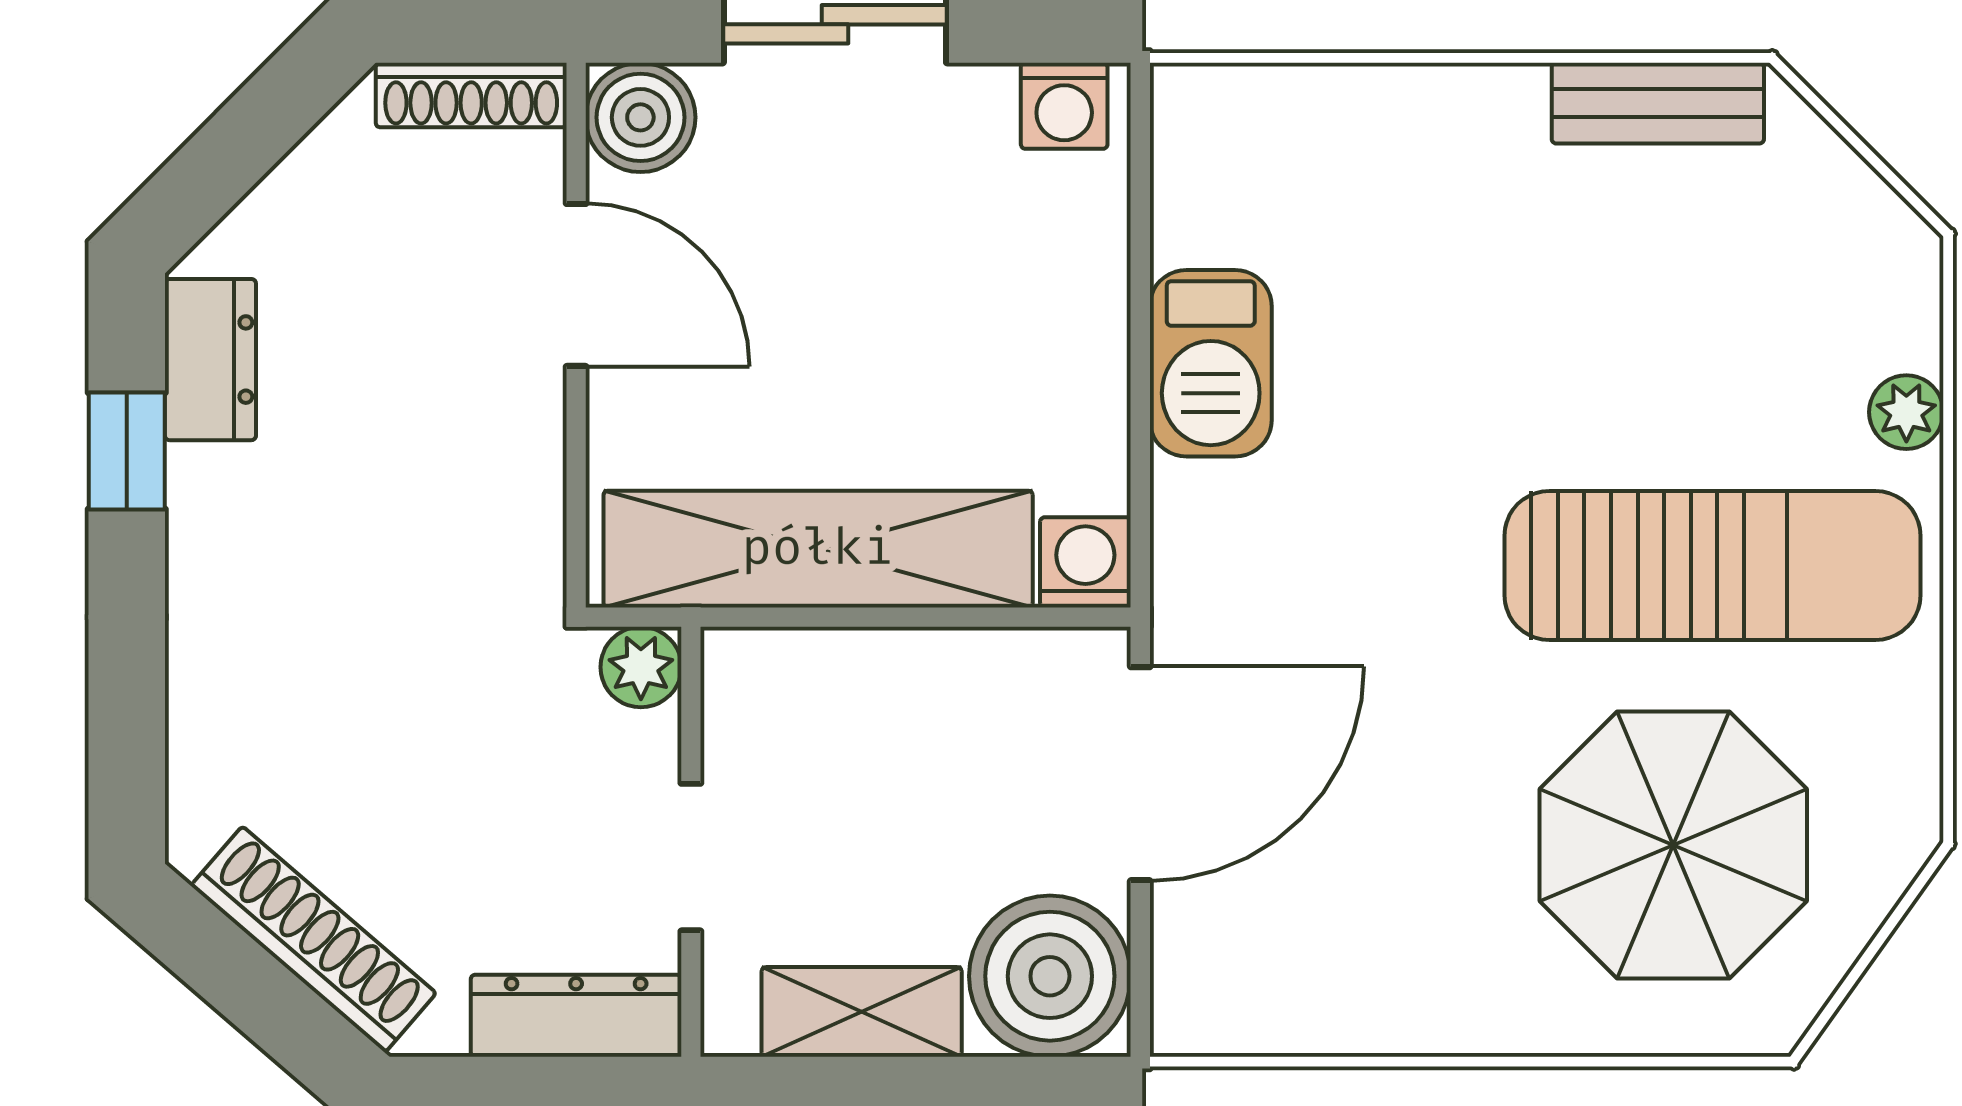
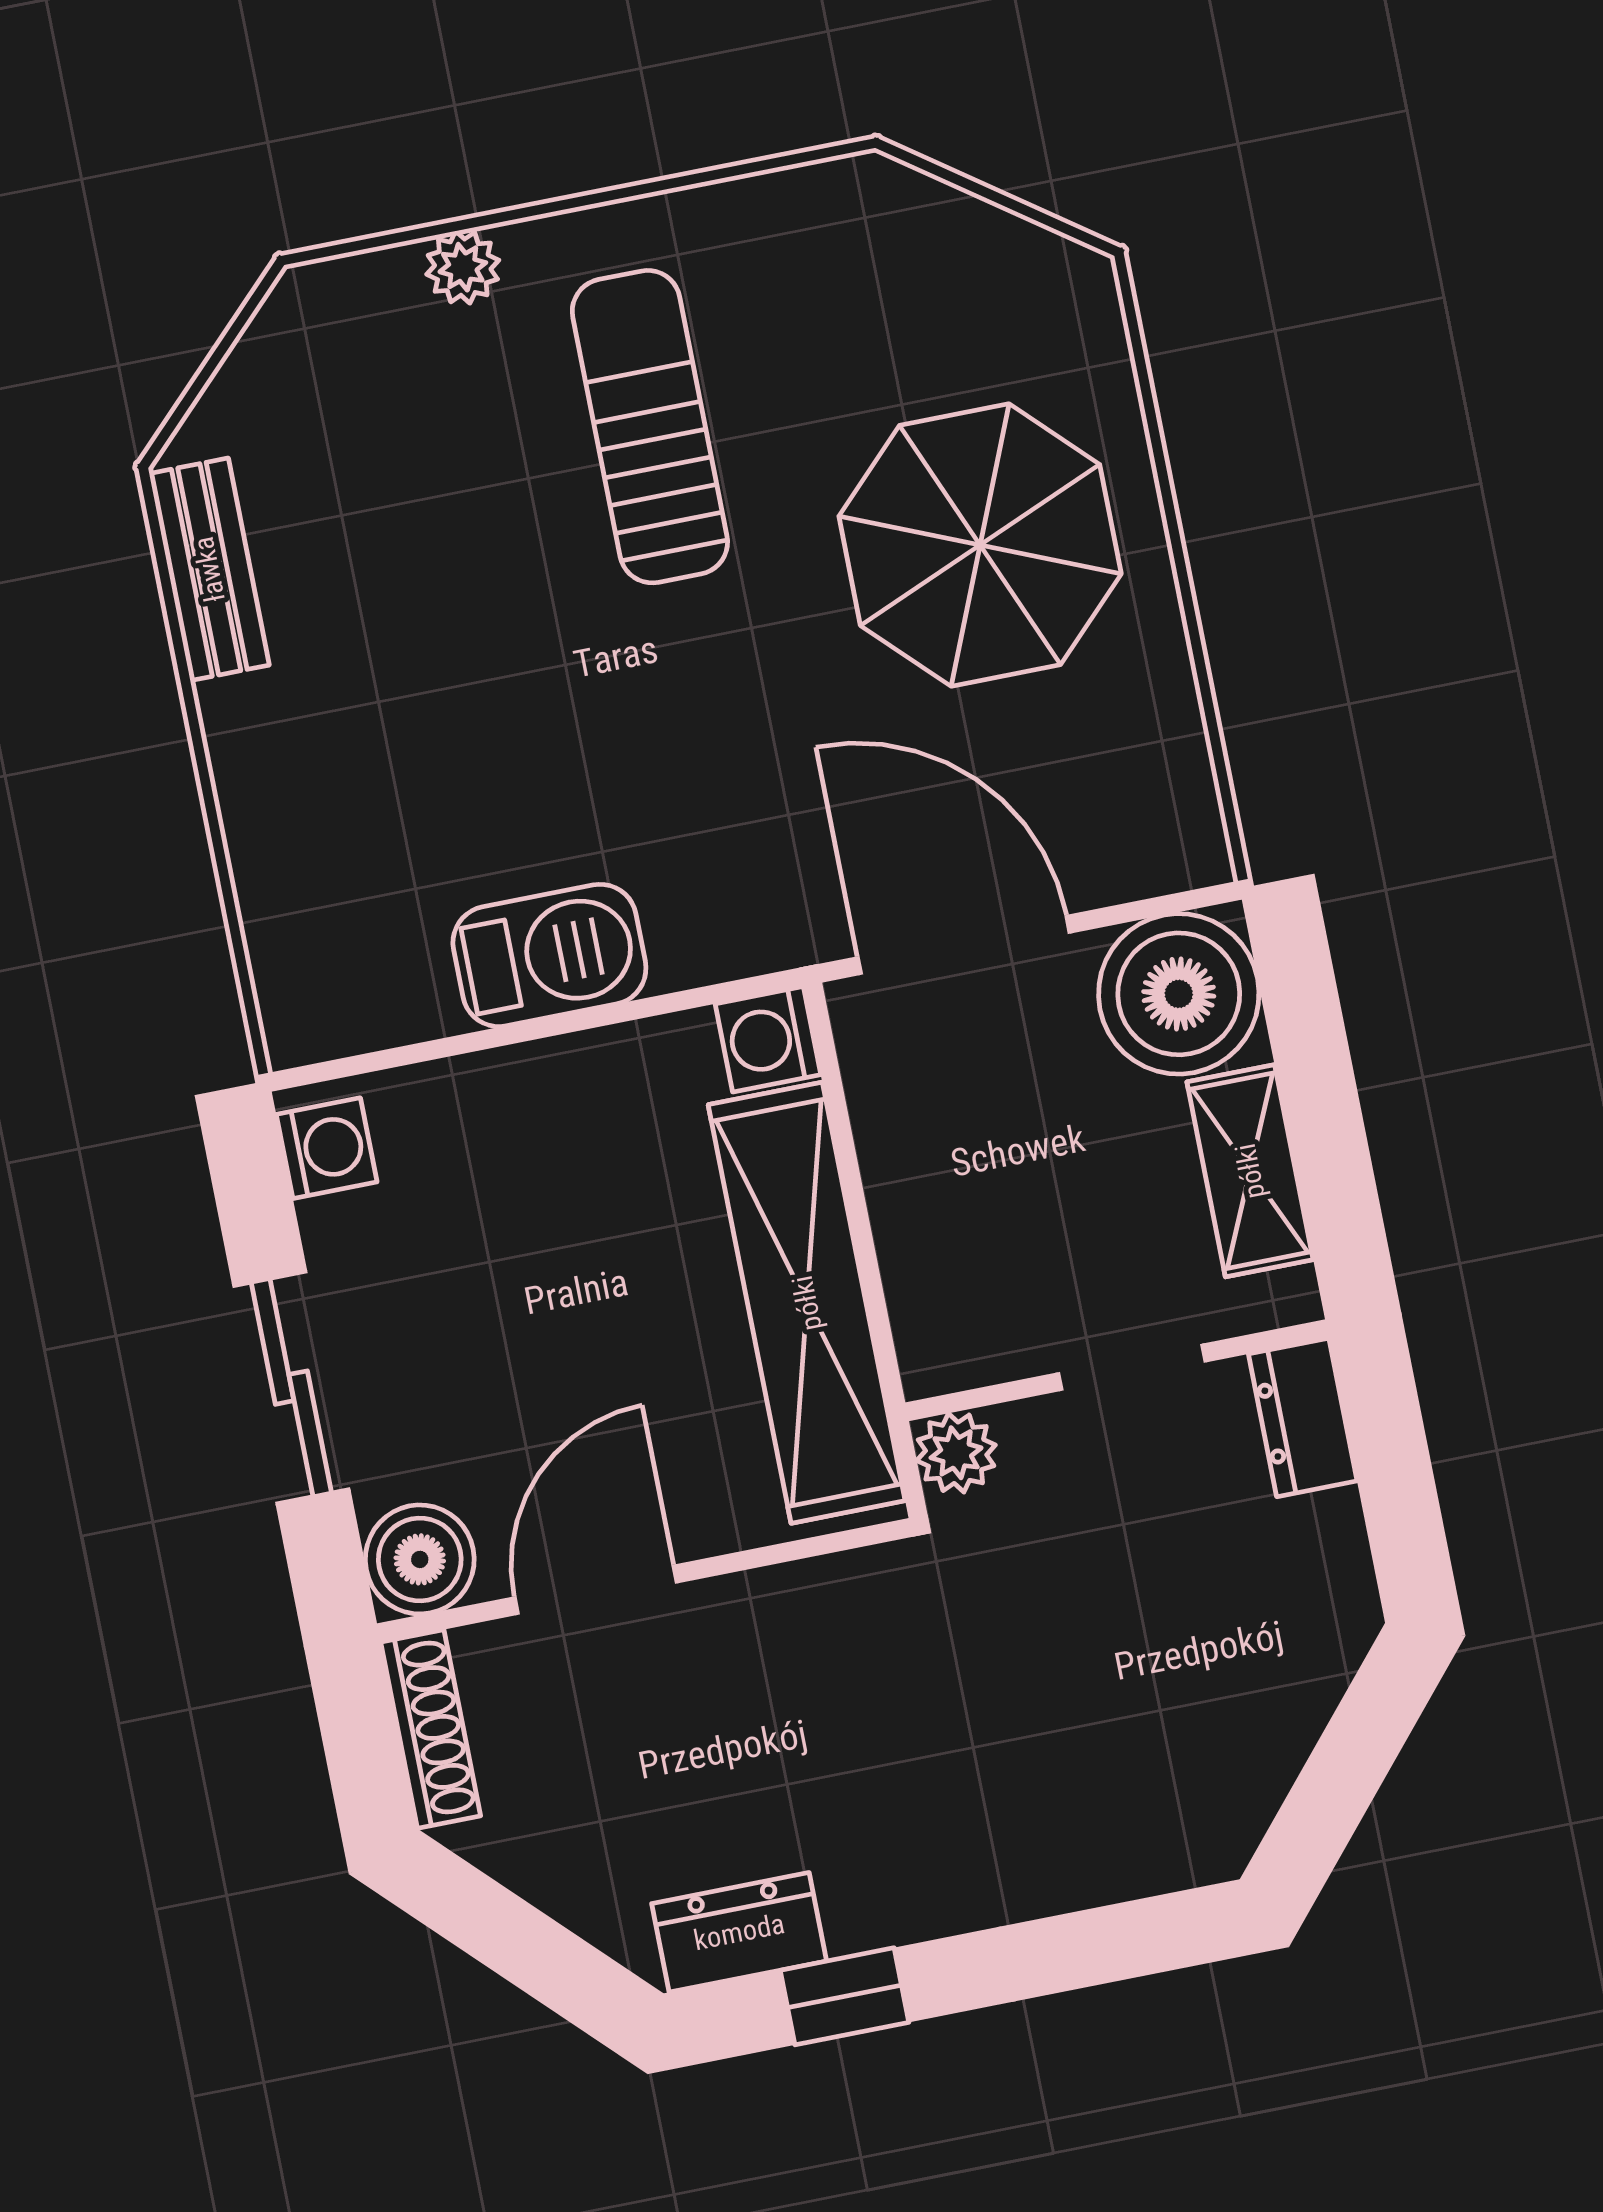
sun lounger: (1712, 565) -> (650, 427), width x0.73, depth x0.75
parasol: (1673, 845) -> (980, 545), moved
shoe rack: (314, 939) -> (1285, 1720), removed
dresser: (576, 1016) -> (1303, 1417), width x0.70

